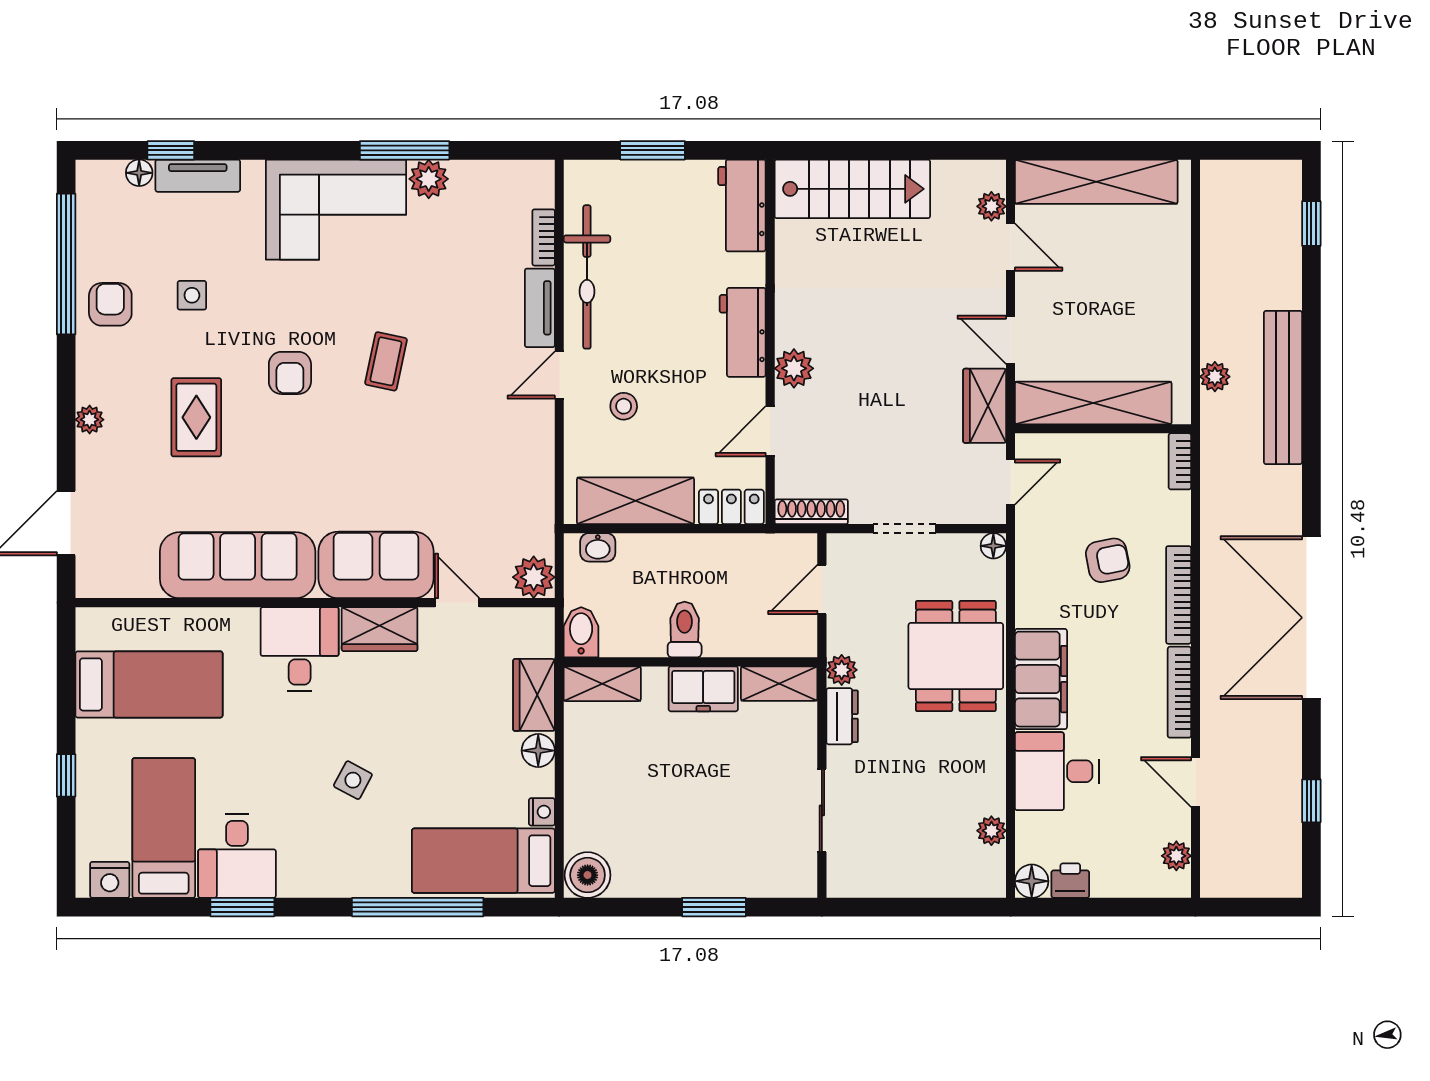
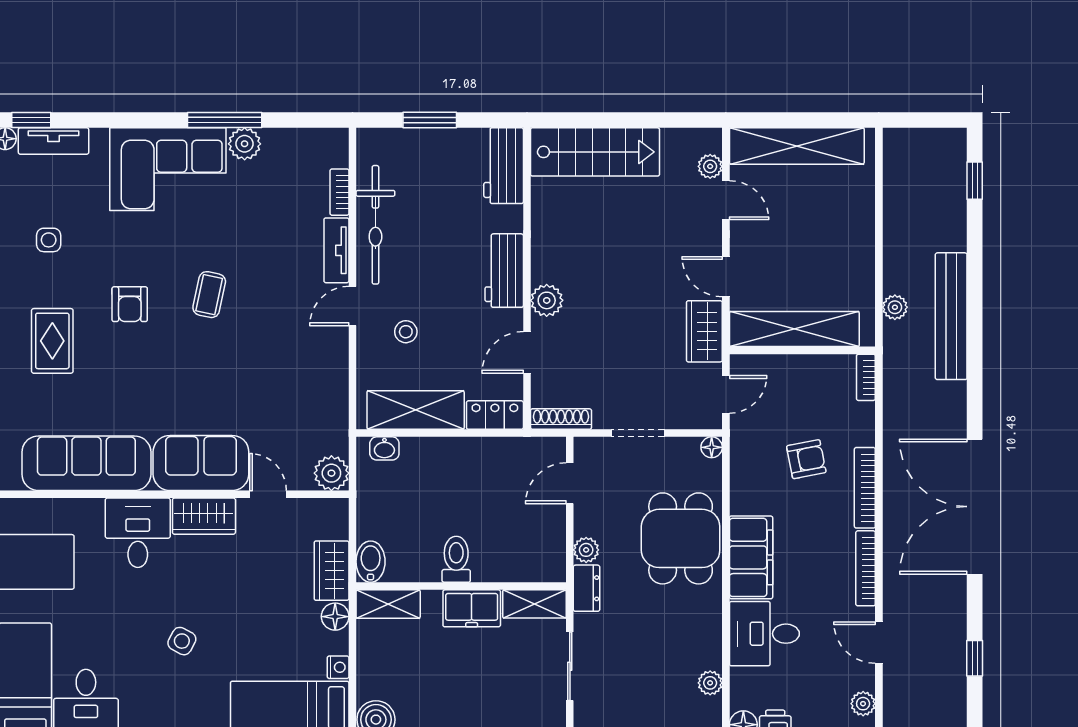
toilet: (685, 629) -> (456, 559), moved
bidet: (581, 632) -> (371, 562), moved
wall: (691, 662) -> (461, 586), moved
shelving: (602, 684) -> (388, 604), moved
shelving: (779, 684) -> (534, 604), moved
freezer: (703, 689) -> (472, 608), moved

